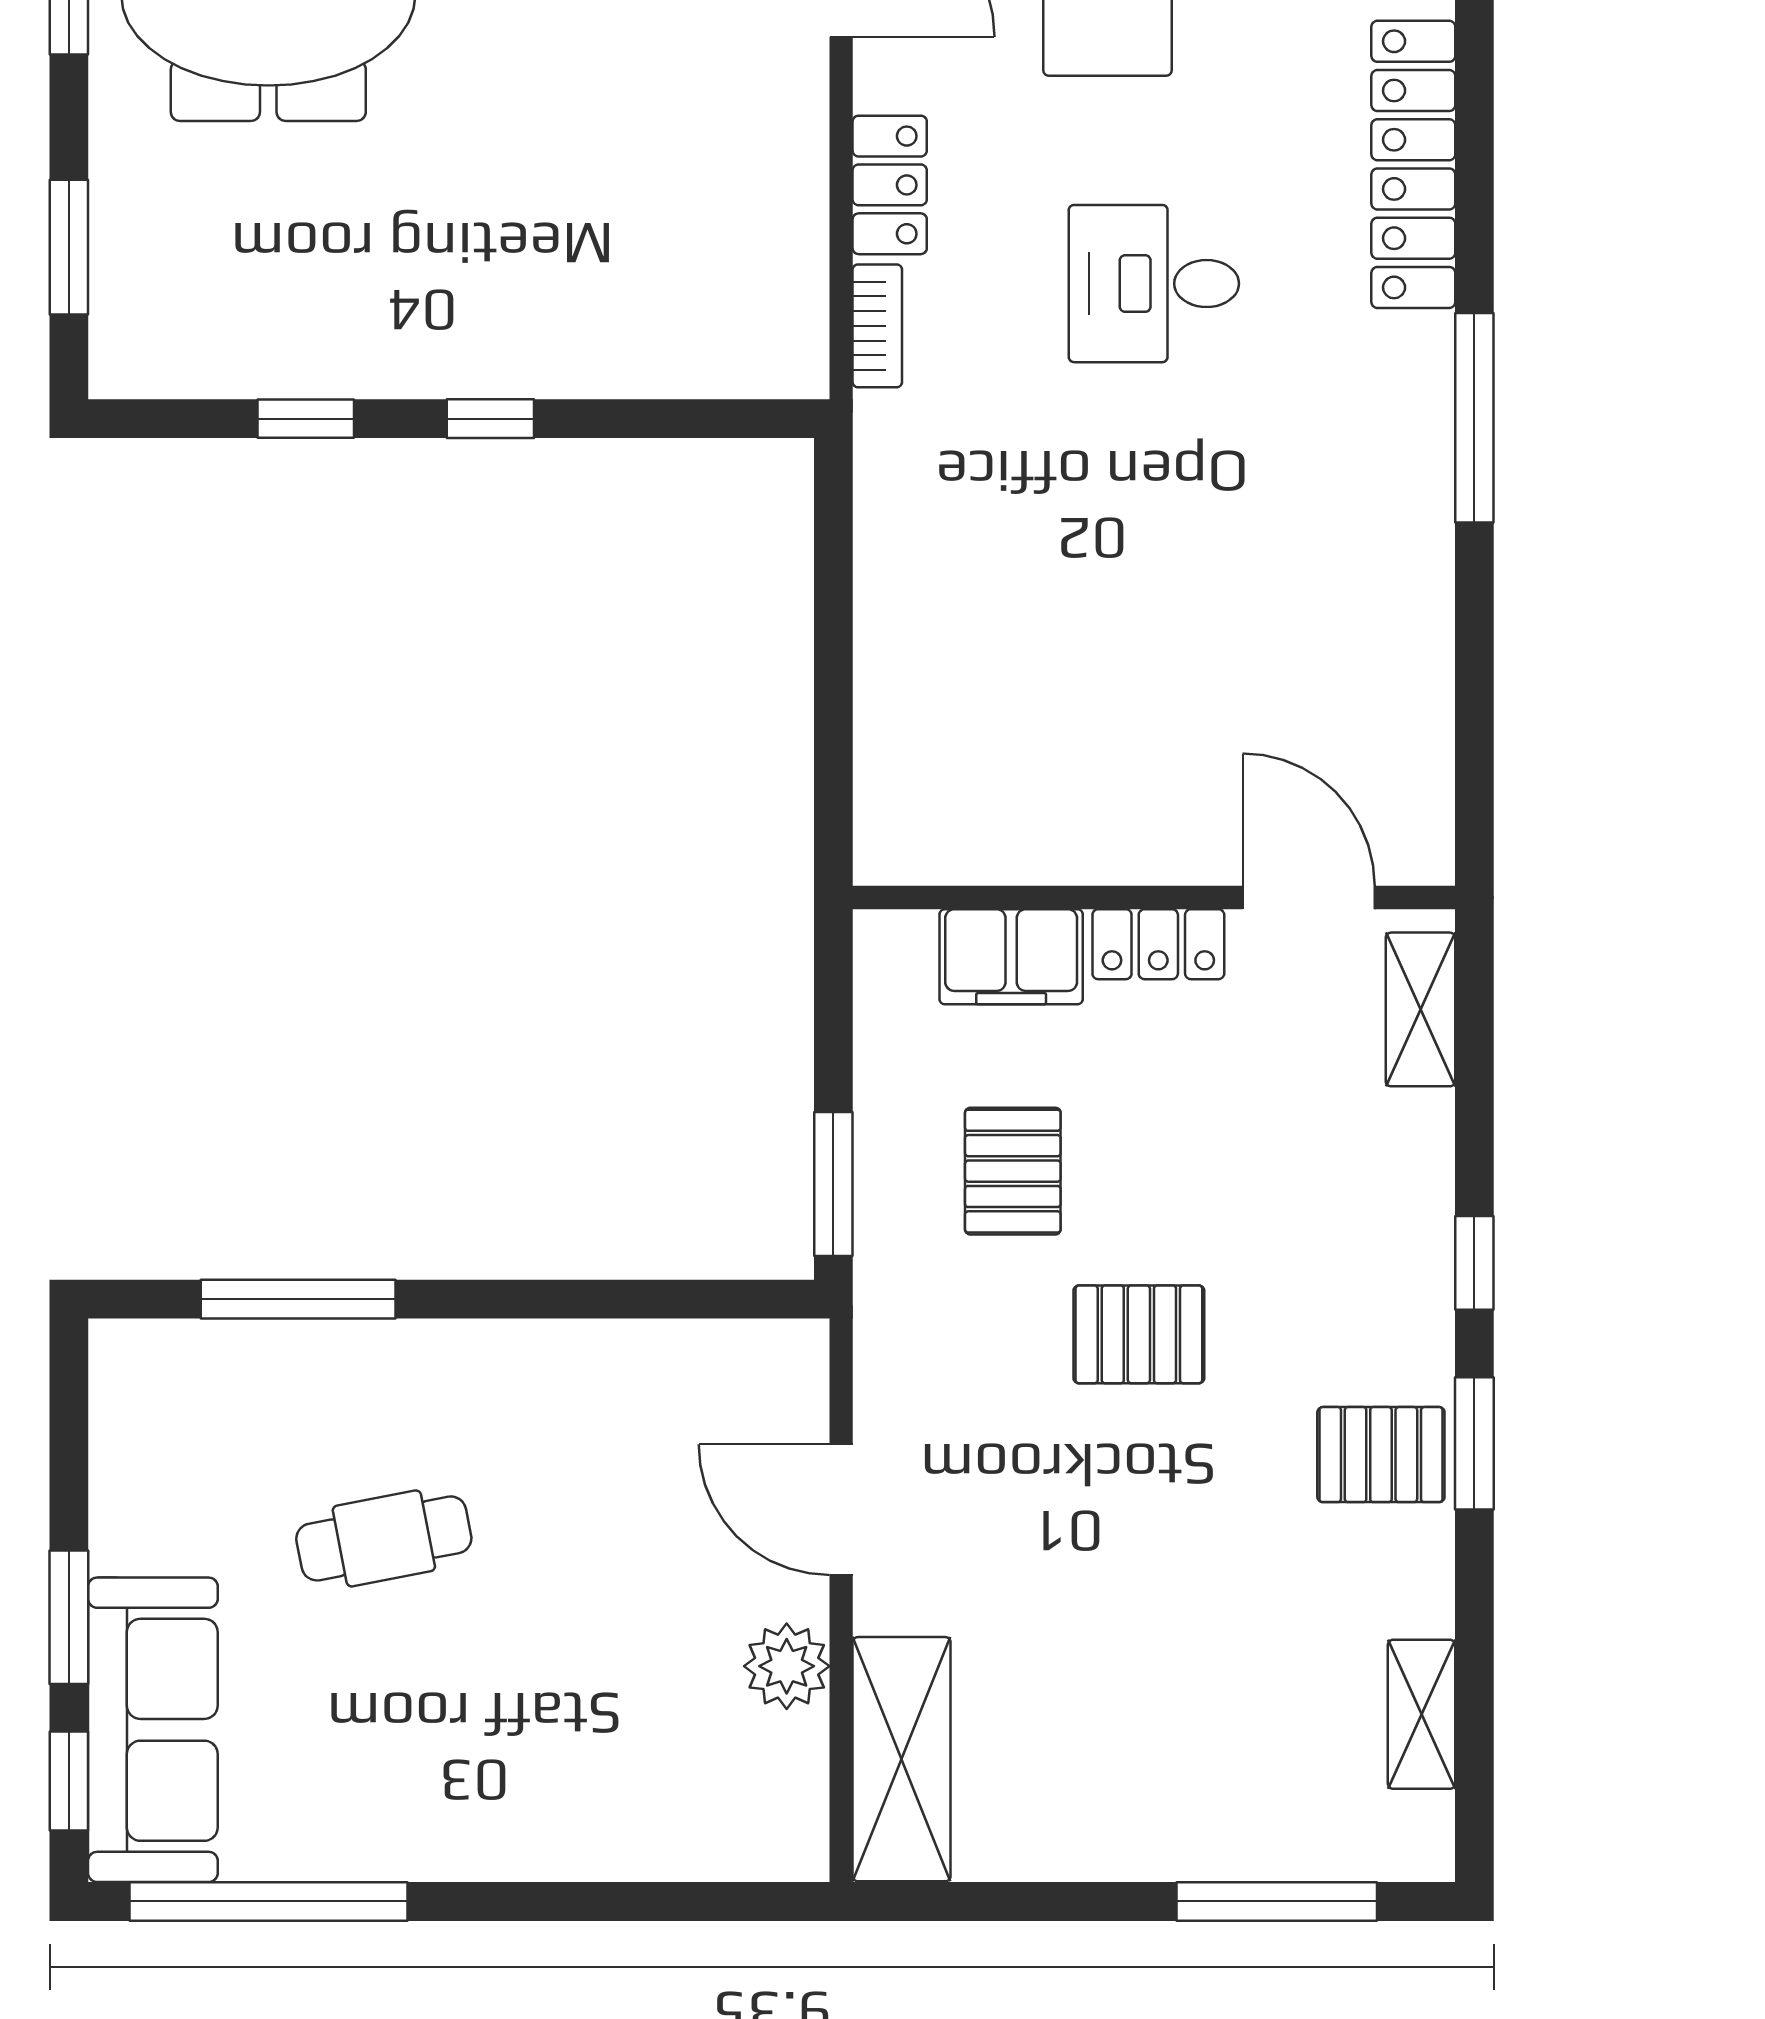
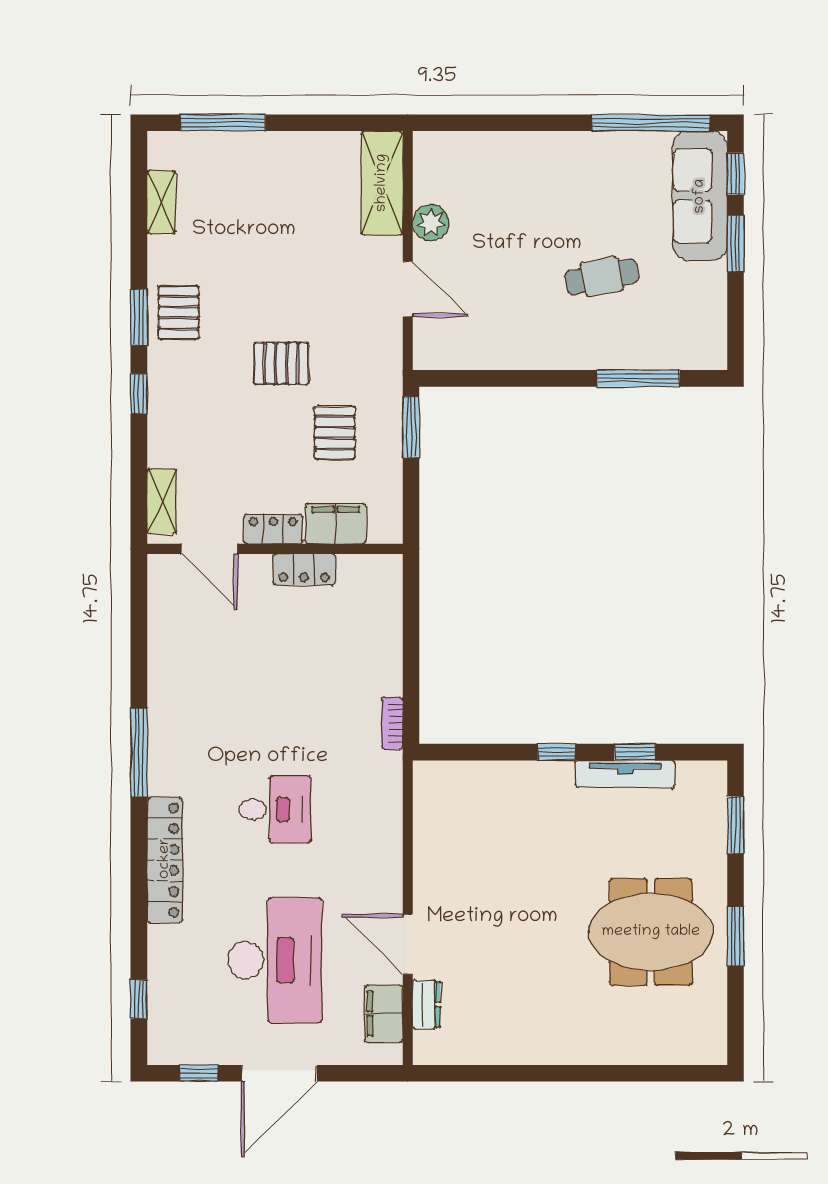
locker: (890, 185) -> (304, 569), moved, turned -90
bookcase: (877, 326) -> (392, 723), moved
tv unit: (329, 367) -> (625, 774), added
pallet: (1381, 1455) -> (179, 312), turned 90

